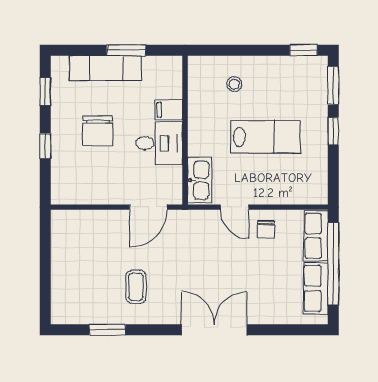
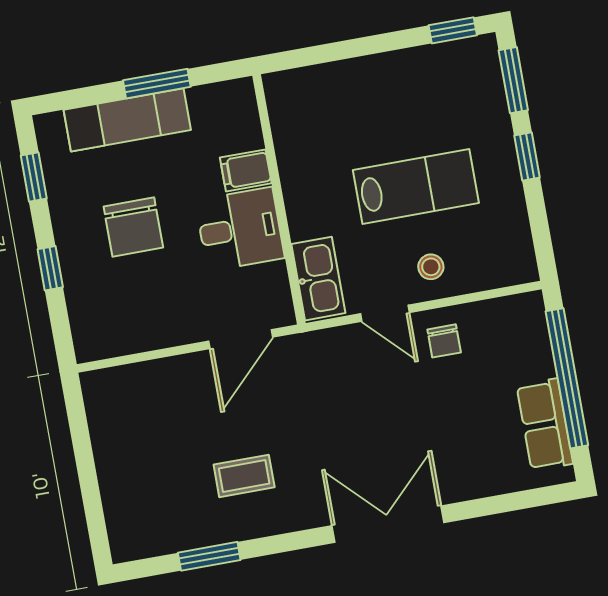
stool: (234, 84) -> (431, 267), moved
row of seats: (316, 236) -> (530, 337), removed
coffee table: (136, 287) -> (244, 476), turned 90

